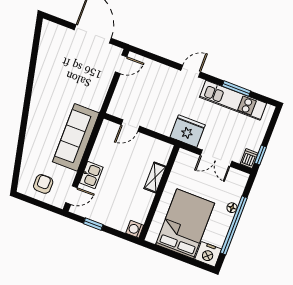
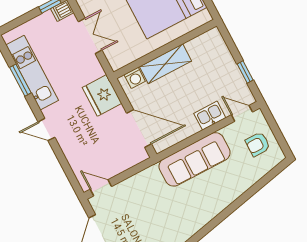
door: (130, 126) -> (139, 129), width x1.87
fridge: (188, 131) -> (102, 95), moved
shelving: (155, 177) -> (165, 64), width x1.50, depth x1.33
washing machine: (135, 229) -> (135, 78), moved

